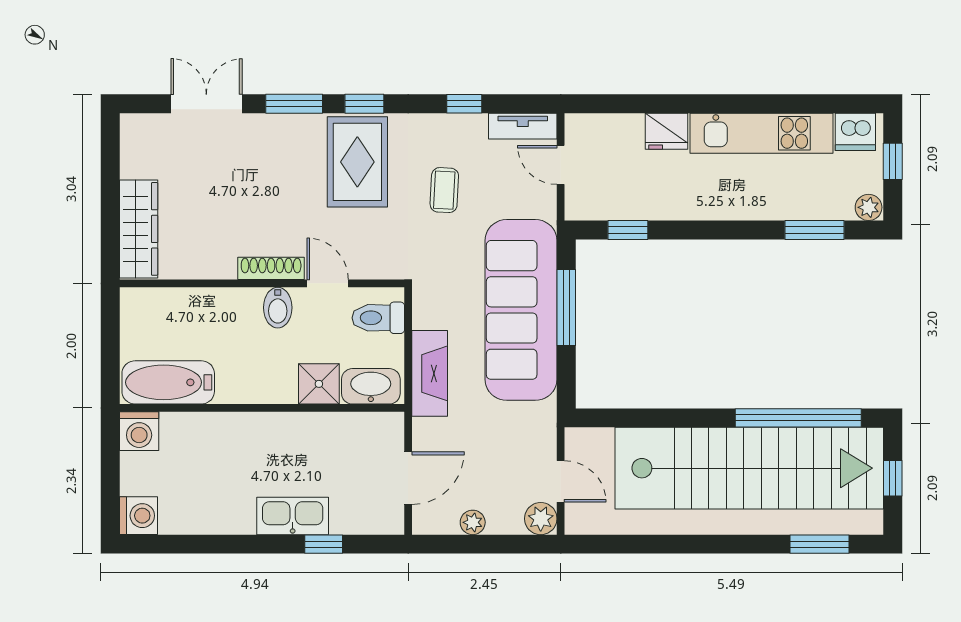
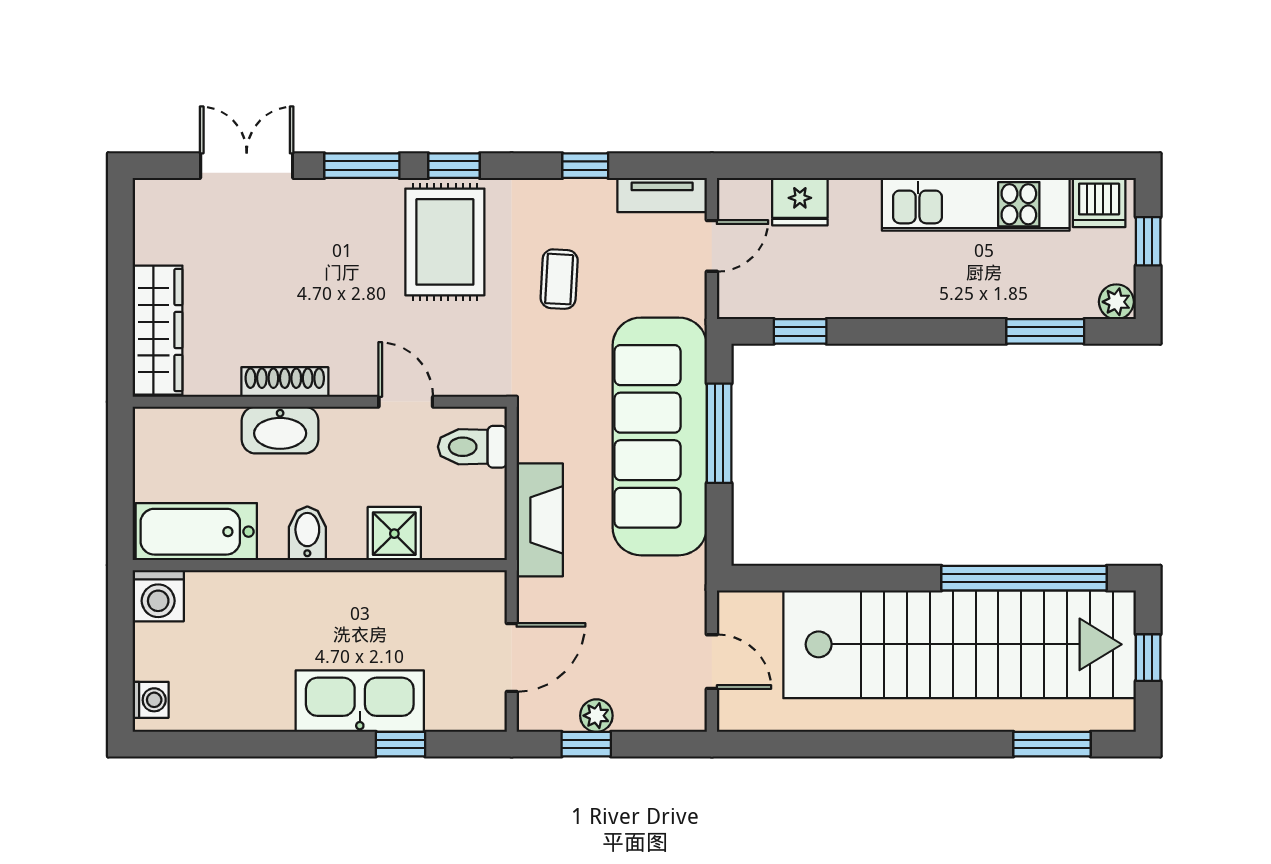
fridge: (667, 131) -> (800, 202), moved
door: (561, 165) -> (712, 246), swing flipped
shoe rack: (271, 268) -> (285, 382), moved
bidet: (278, 308) -> (307, 533), moved, turned 180
washbasin: (371, 386) -> (280, 430), moved, turned 180
washing machine: (139, 516) -> (151, 700), width x0.73, depth x0.73
kitchen sink: (293, 516) -> (360, 701), width x1.36, depth x1.24
plant: (541, 519) -> (686, 711), removed
window: (465, 544) -> (586, 744), added

